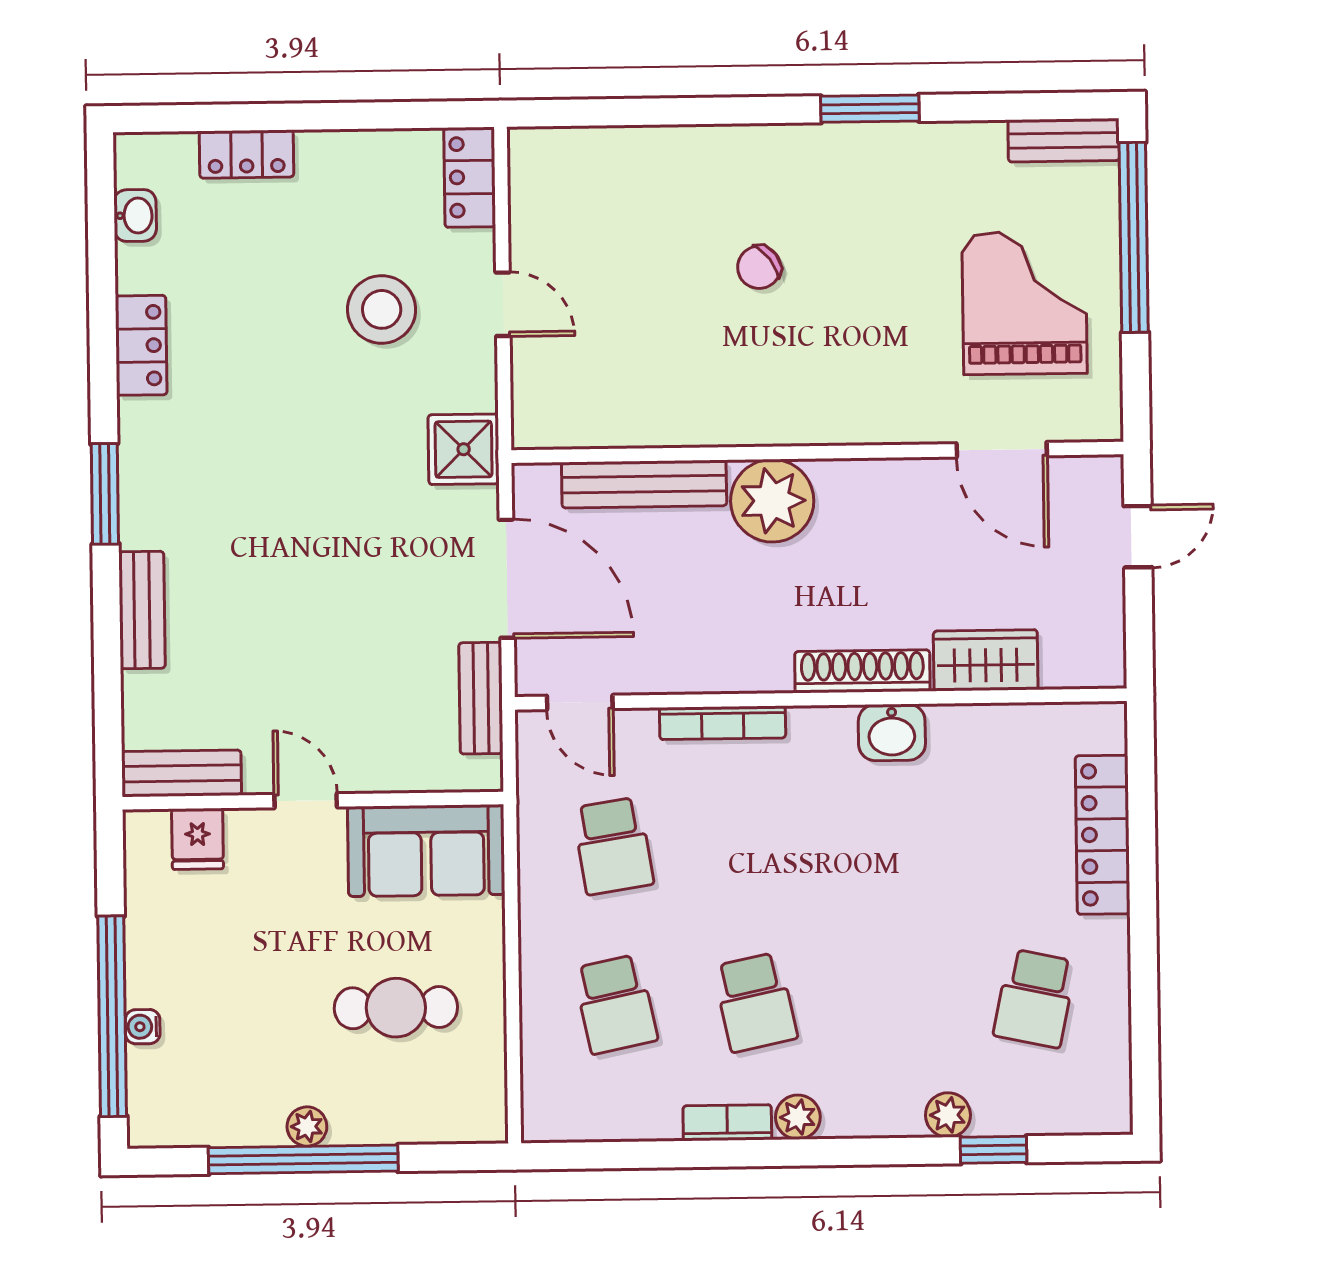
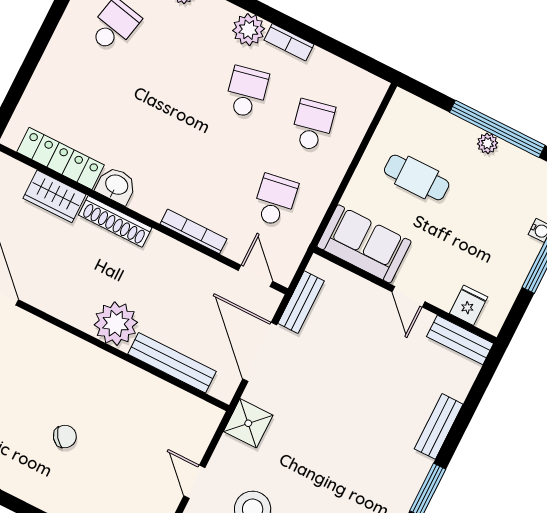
locker: (1103, 835) -> (61, 158), moved, turned -90
plant: (798, 1117) -> (249, 30), width x1.38, depth x1.38

